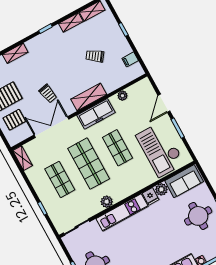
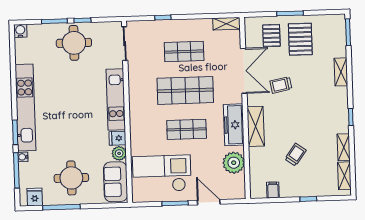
plant: (123, 96) -> (234, 163), width x1.87, depth x1.87
plant: (107, 202) -> (135, 89), removed

